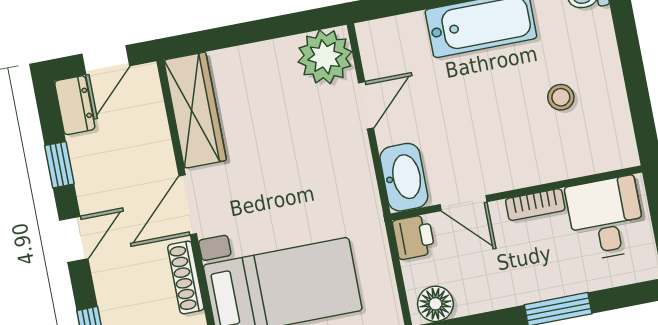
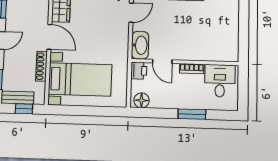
stool: (561, 97) -> (212, 27), removed
door: (188, 205) -> (49, 37), swing flipped

